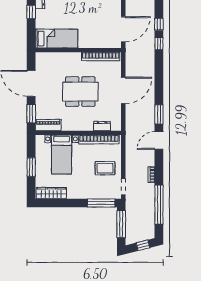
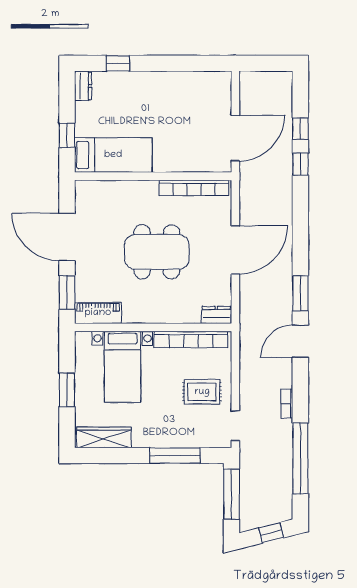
window: (31, 12) -> (67, 135), moved
dresser: (102, 126) -> (216, 315), moved
window: (101, 203) -> (175, 456), moved

